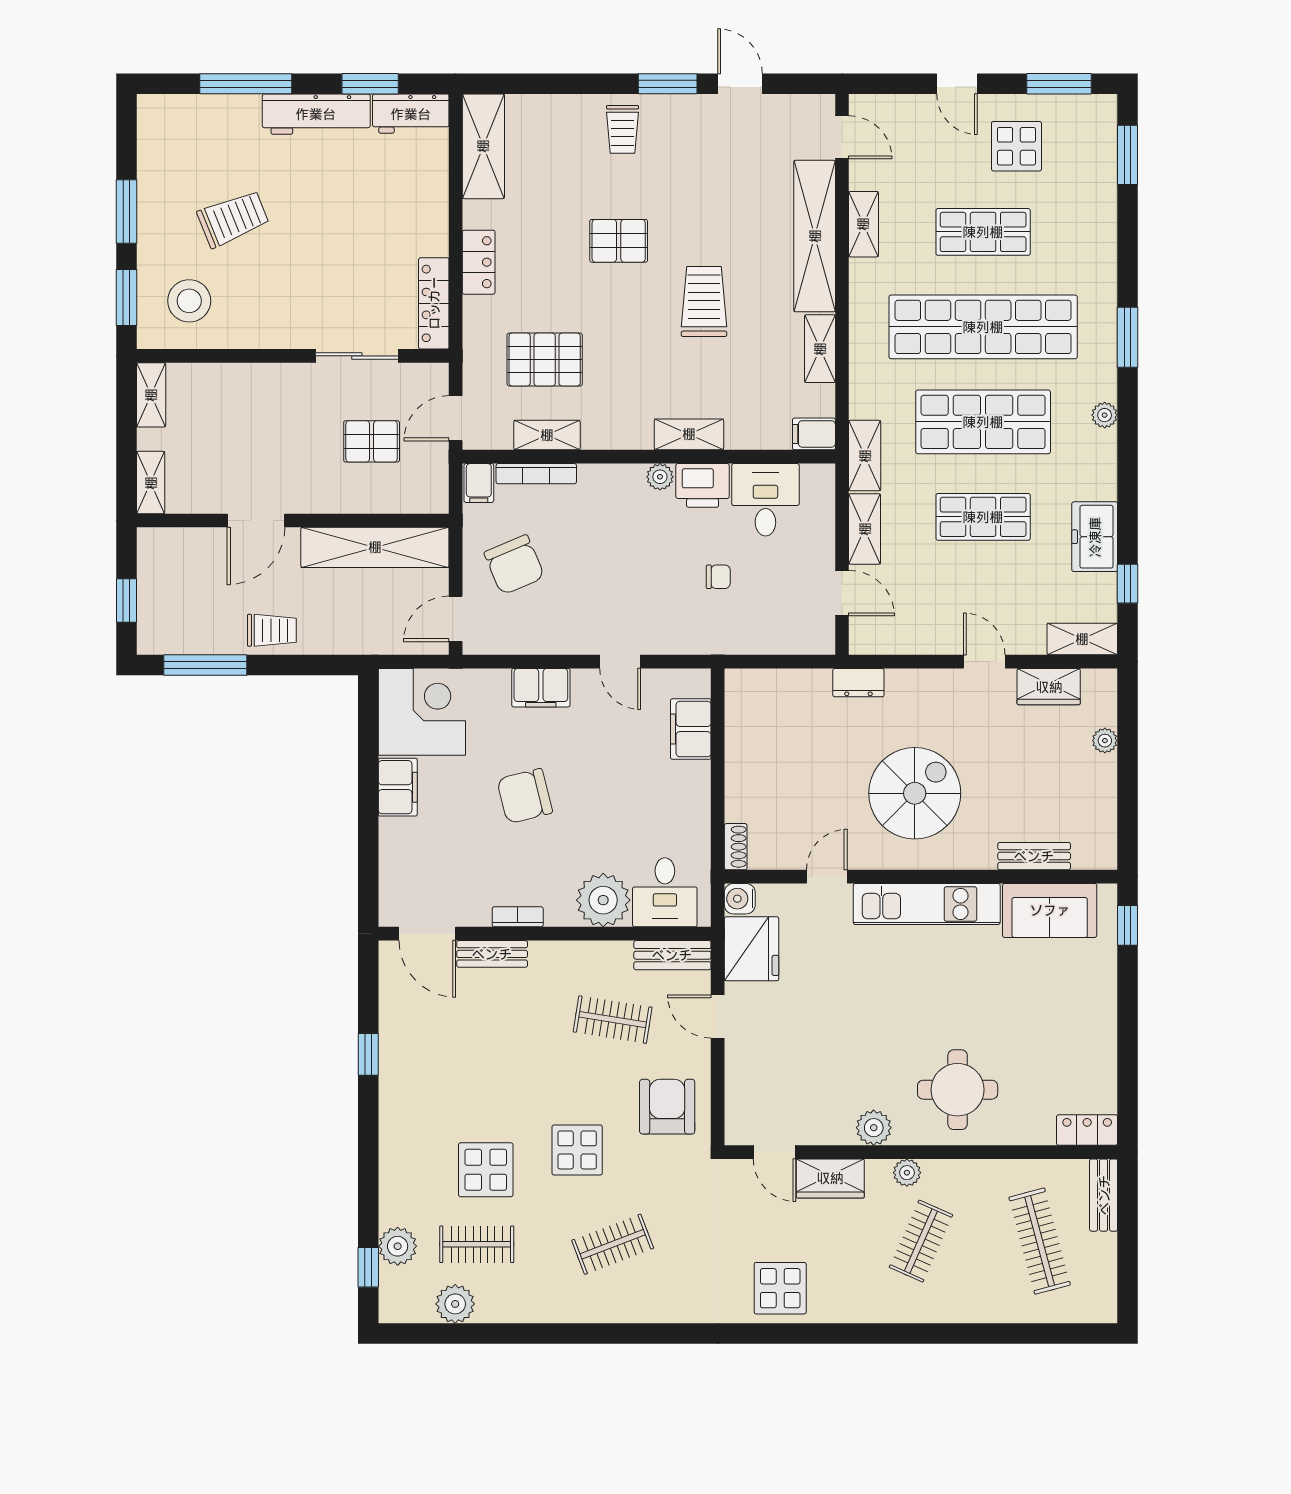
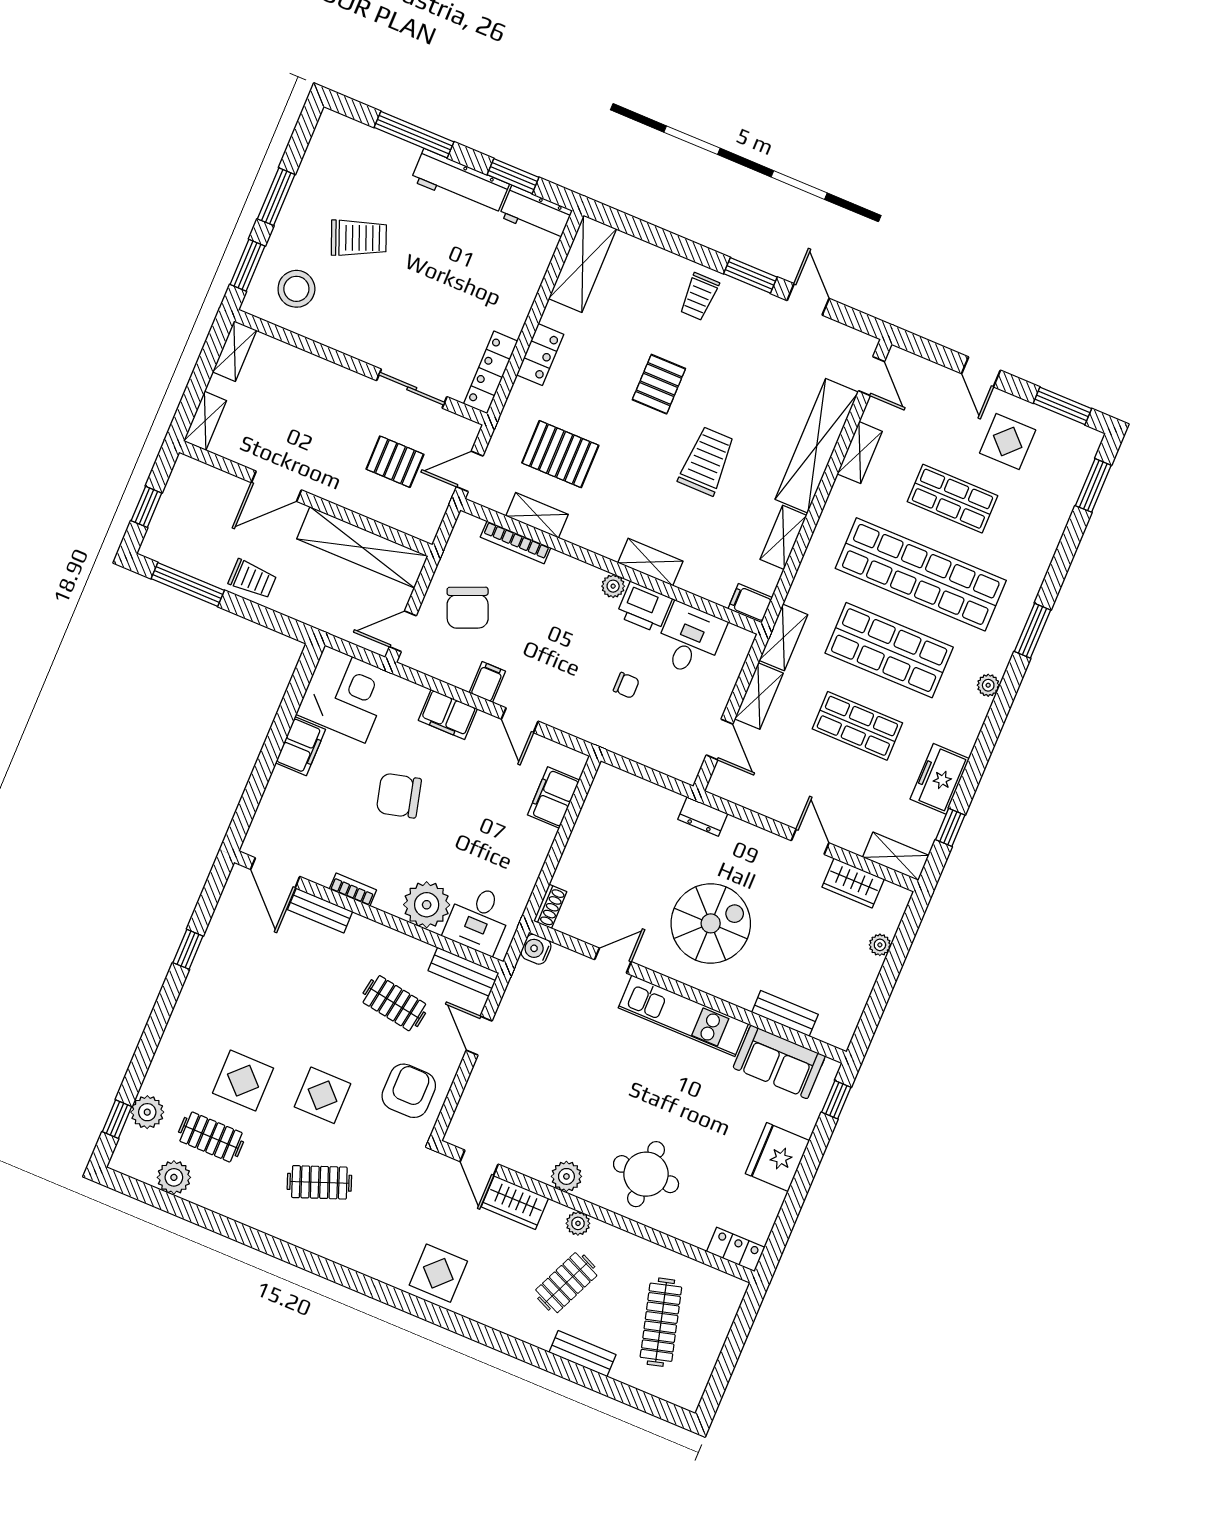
pallet: (619, 241) -> (659, 384), turned 90
filing cabinet: (479, 483) -> (487, 682), moved, turned 180
fridge: (752, 949) -> (777, 1157), moved, turned 180
bench: (1104, 1195) -> (582, 1354), moved, turned 90

